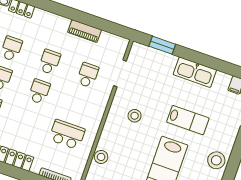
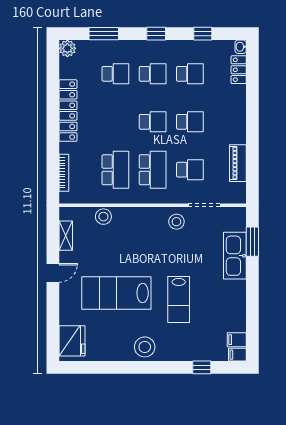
piano: (84, 31) -> (238, 163), moved
kitchen sink: (195, 72) -> (235, 256), moved
school desk: (77, 105) -> (153, 170), added
stool: (135, 116) -> (176, 222), moved

